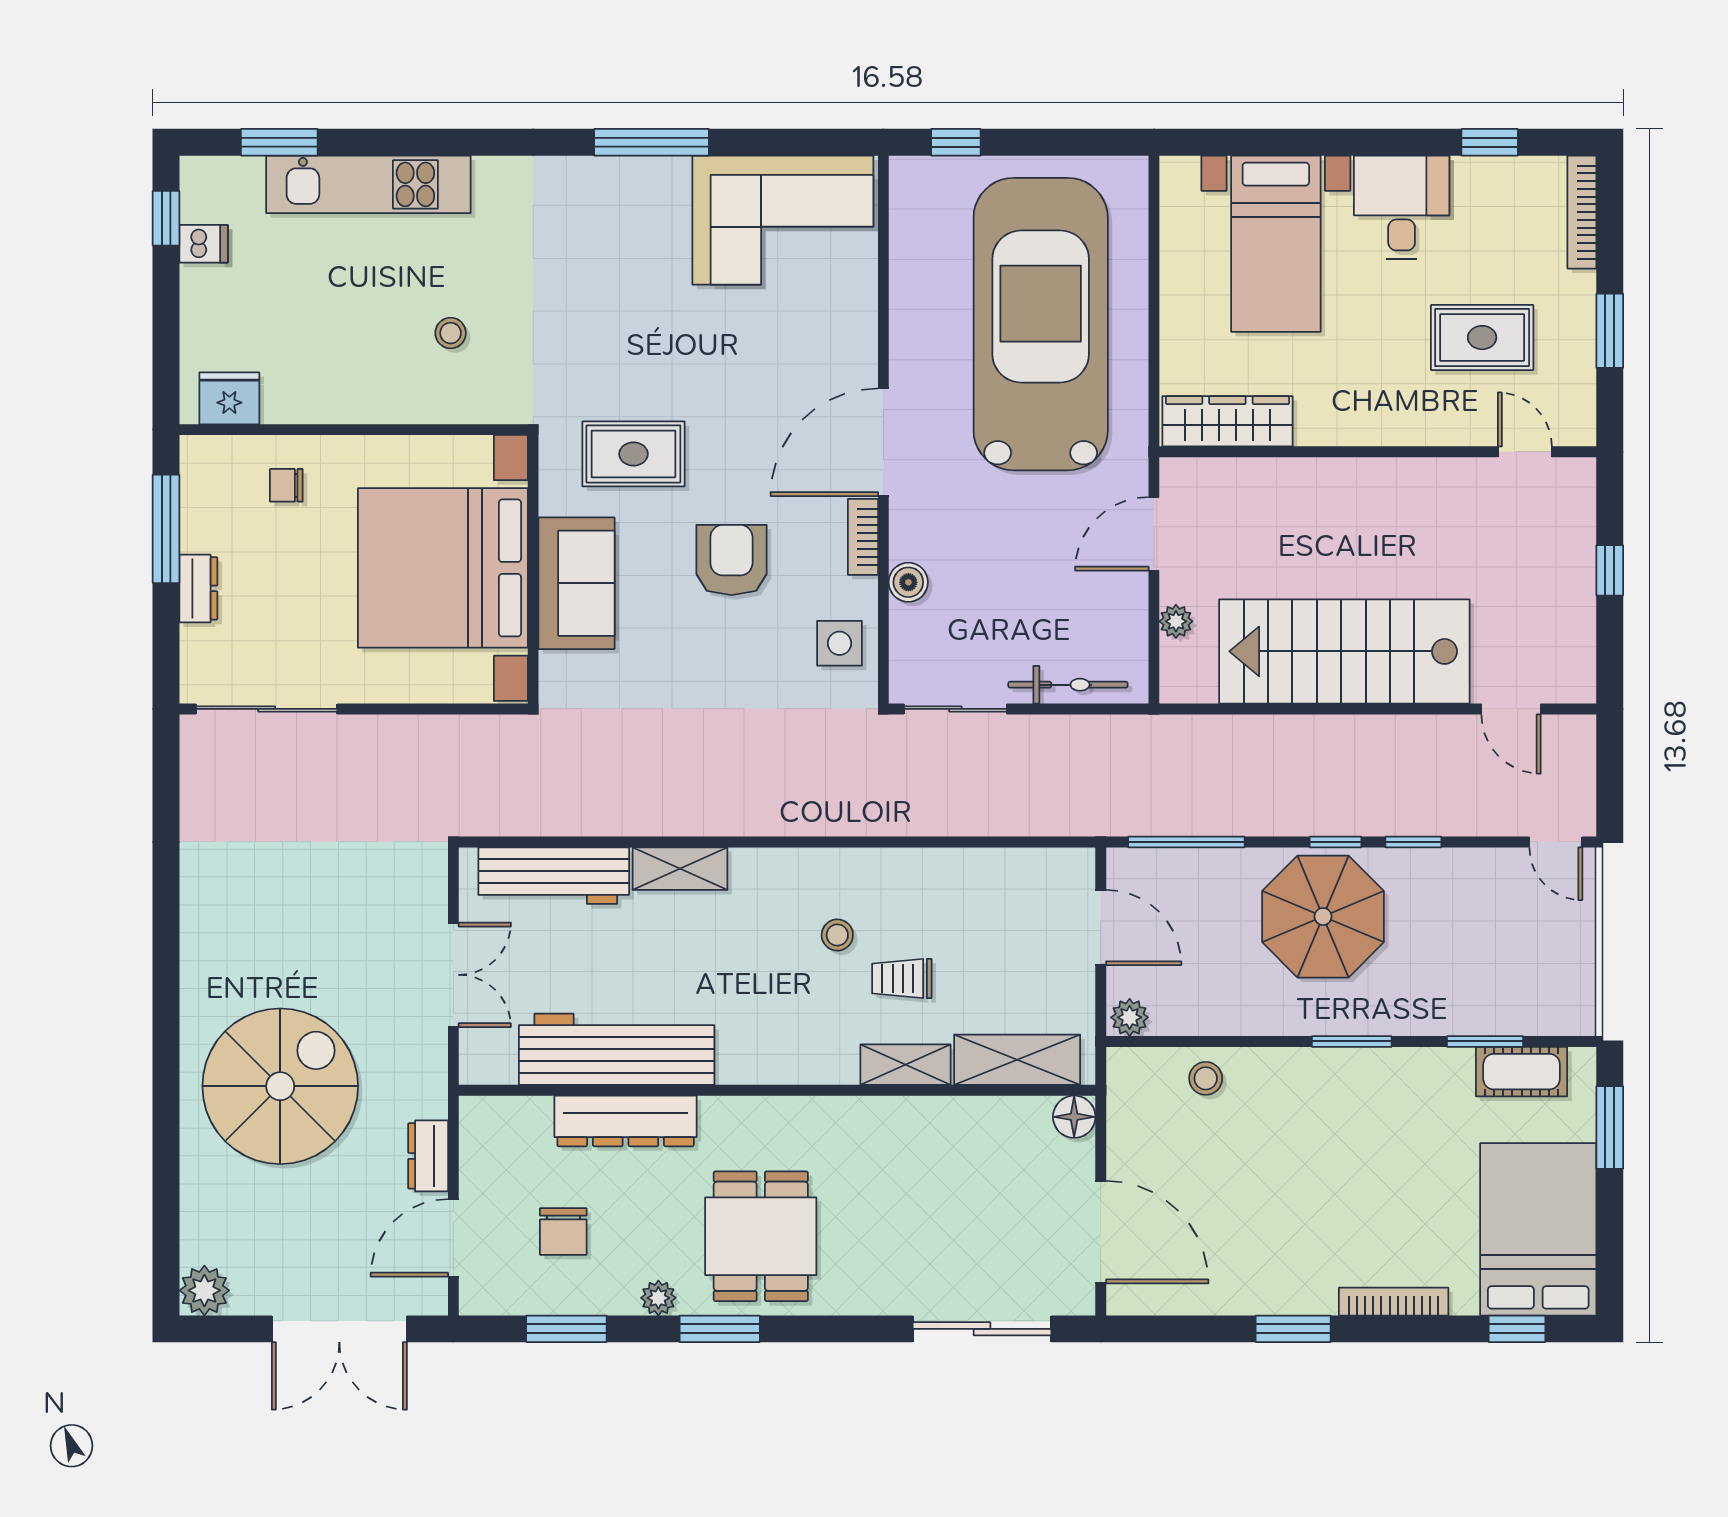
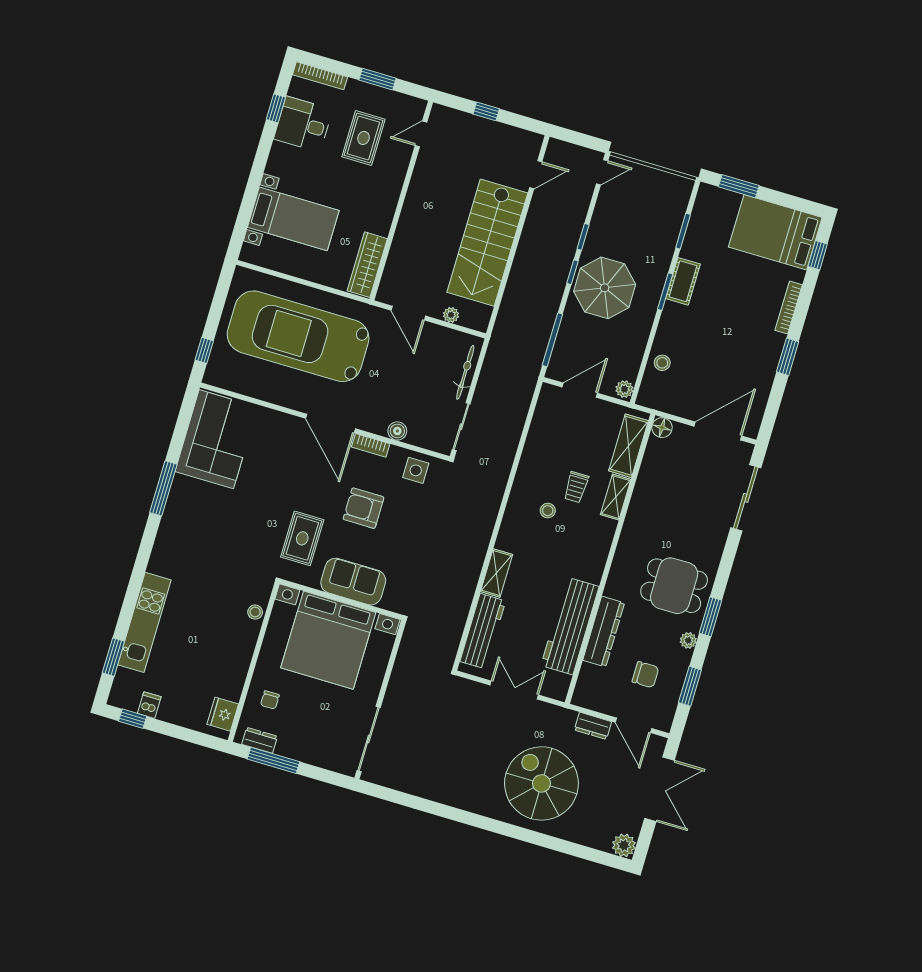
desk: (1402, 207) -> (303, 124), moved
stool: (451, 333) -> (255, 612), moved
dresser: (198, 588) -> (260, 740), moved
cot: (1522, 1072) -> (683, 281), moved

